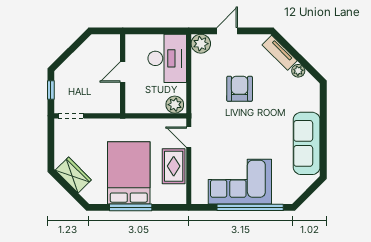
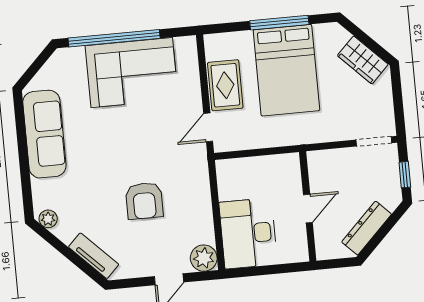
dresser: (82, 54) -> (367, 228), added
plant: (298, 71) -> (48, 219), moved
plant: (175, 105) -> (232, 170), removed
door: (189, 137) -> (208, 127), swing flipped

